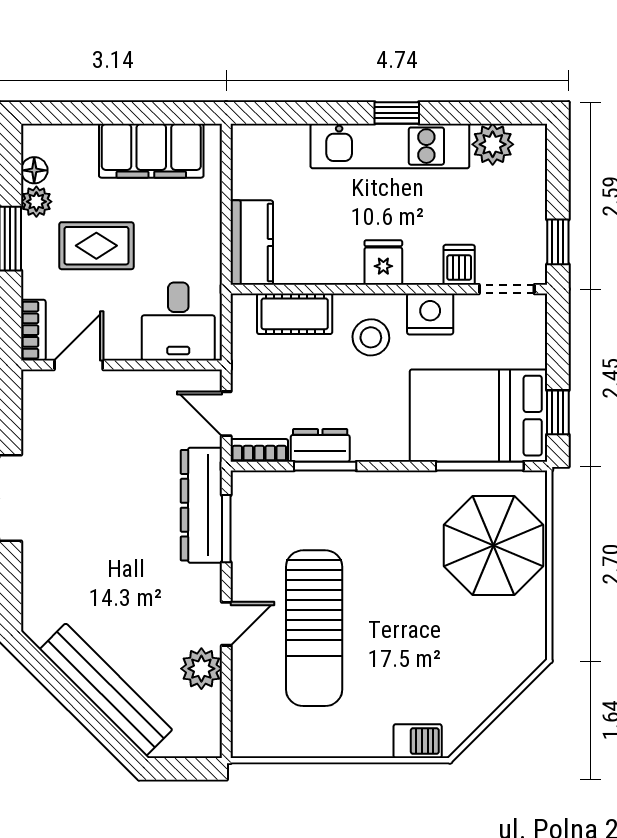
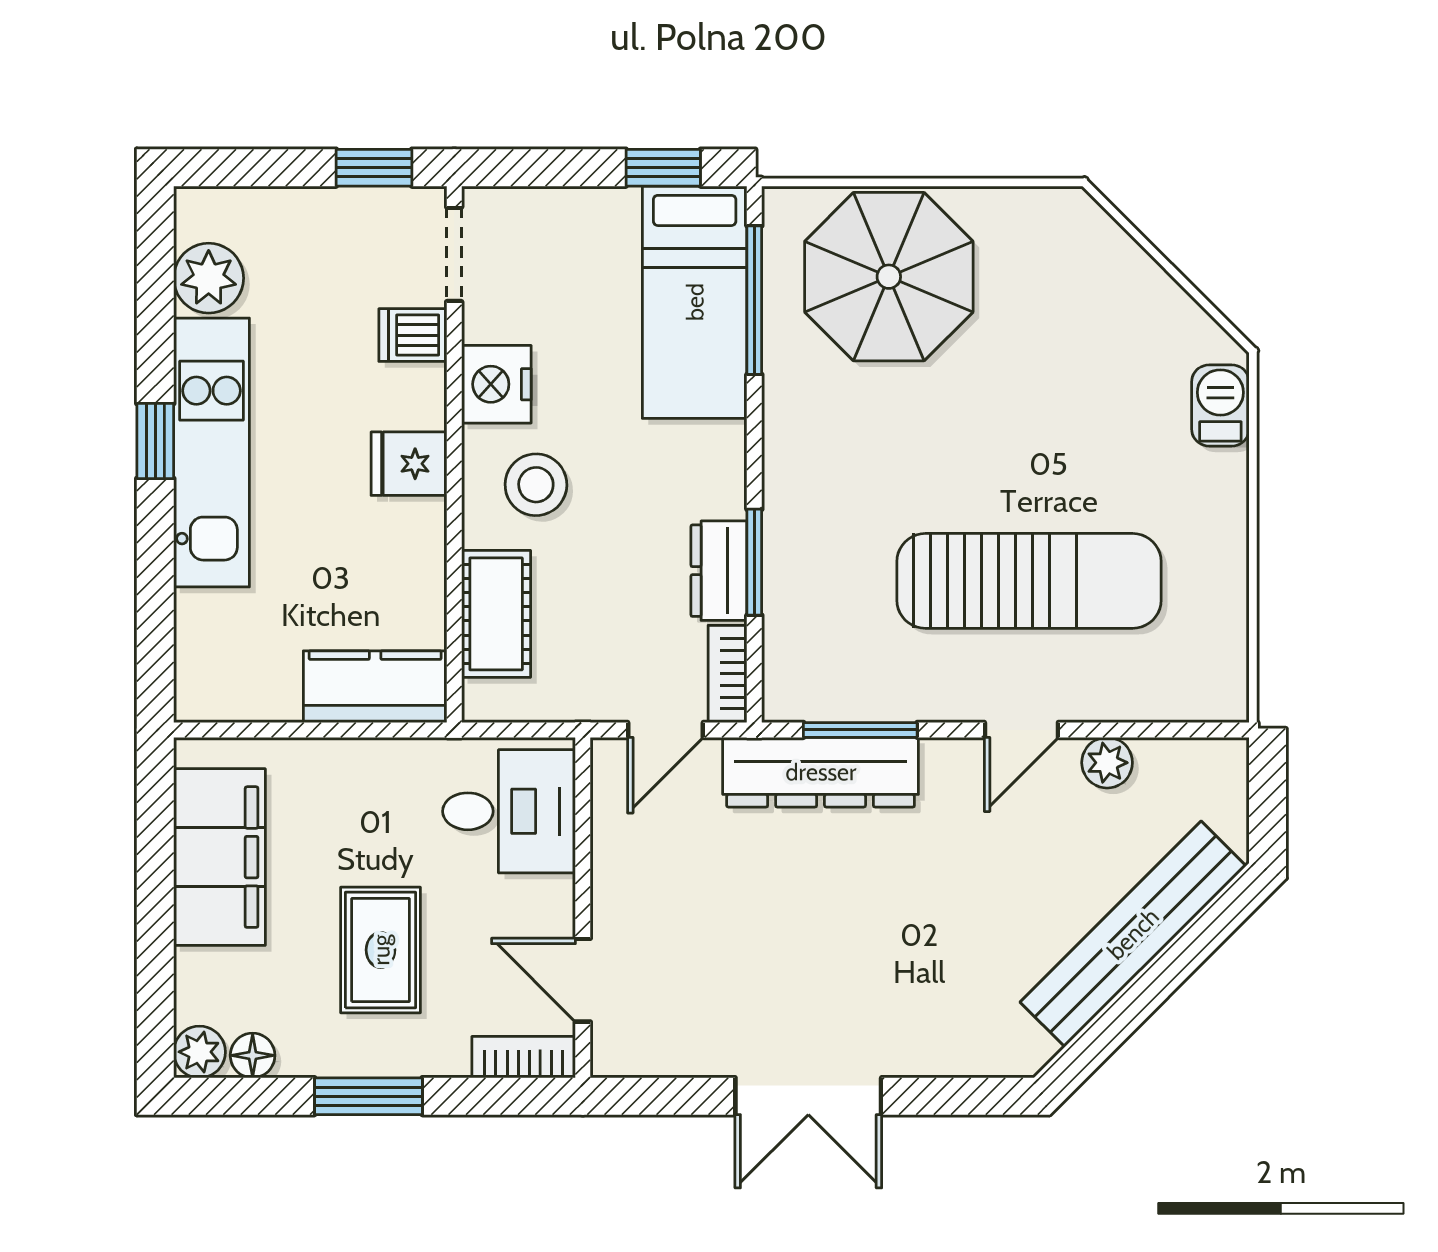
plant: (36, 202) -> (199, 1052), moved
bed: (478, 416) -> (695, 302), width x0.67
door: (226, 624) -> (1021, 730), swing flipped
plant: (201, 669) -> (1107, 763), width x0.73, depth x0.73

